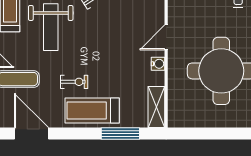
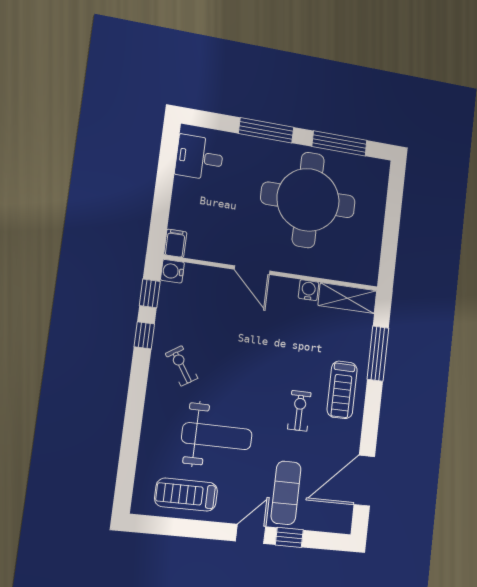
water cooler: (158, 64) -> (309, 290), moved
treadmill: (92, 110) -> (342, 390), width x0.73, depth x0.73

